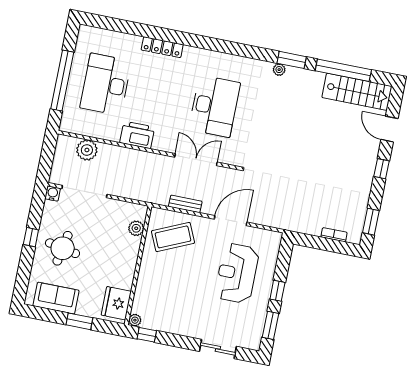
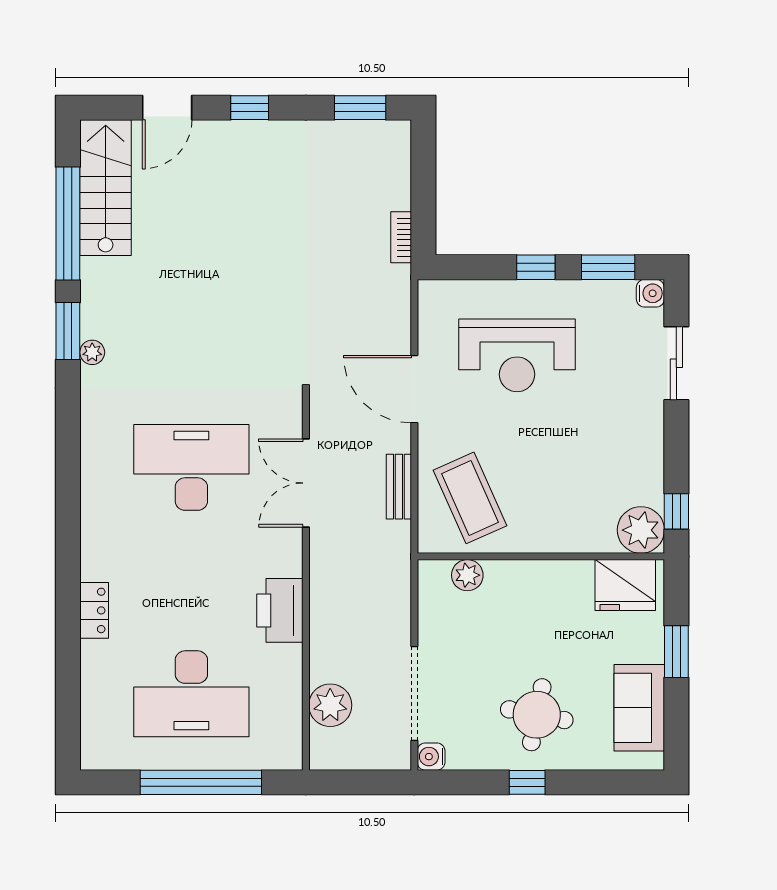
locker: (162, 47) -> (94, 610), width x0.66
bookcase: (334, 235) -> (401, 237), moved
plant: (135, 320) -> (641, 530), width x1.87, depth x1.87
water cooler: (254, 343) -> (650, 293), added

